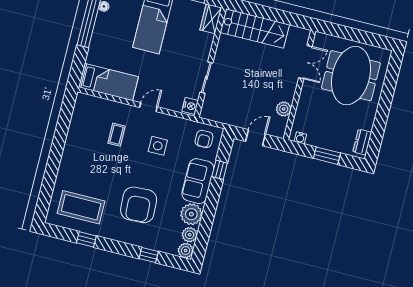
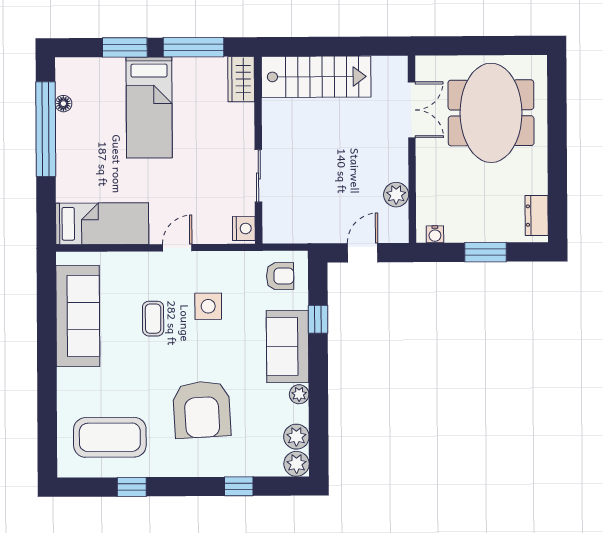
sofa: (81, 132) -> (78, 316), added
coffee table: (117, 135) -> (153, 319), moved
armchair: (204, 139) -> (280, 276), turned -90
plant: (191, 214) -> (299, 394), width x0.53, depth x0.53

